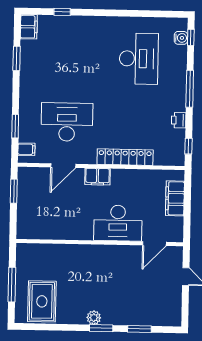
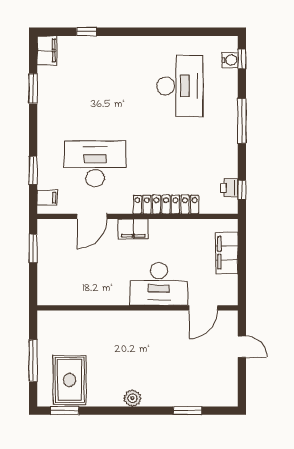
printer: (179, 120) -> (229, 188), moved
window: (101, 328) -> (65, 411), moved

